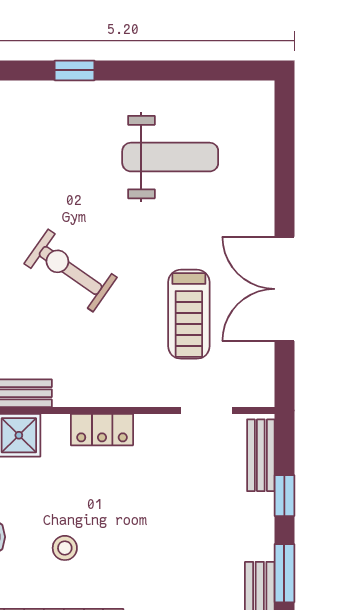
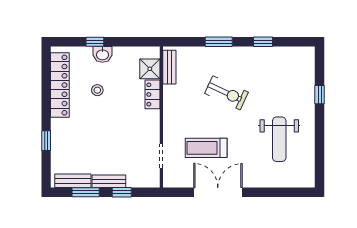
exercise bike: (71, 271) -> (226, 93), turned 80
locker: (102, 430) -> (152, 94), moved
bench: (261, 455) -> (109, 181), moved

